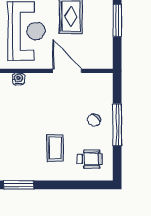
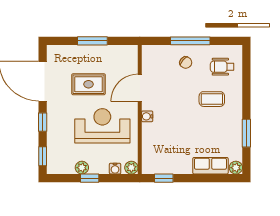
water cooler: (19, 79) -> (147, 116), moved
wheelchair: (90, 159) -> (222, 67), turned -90

